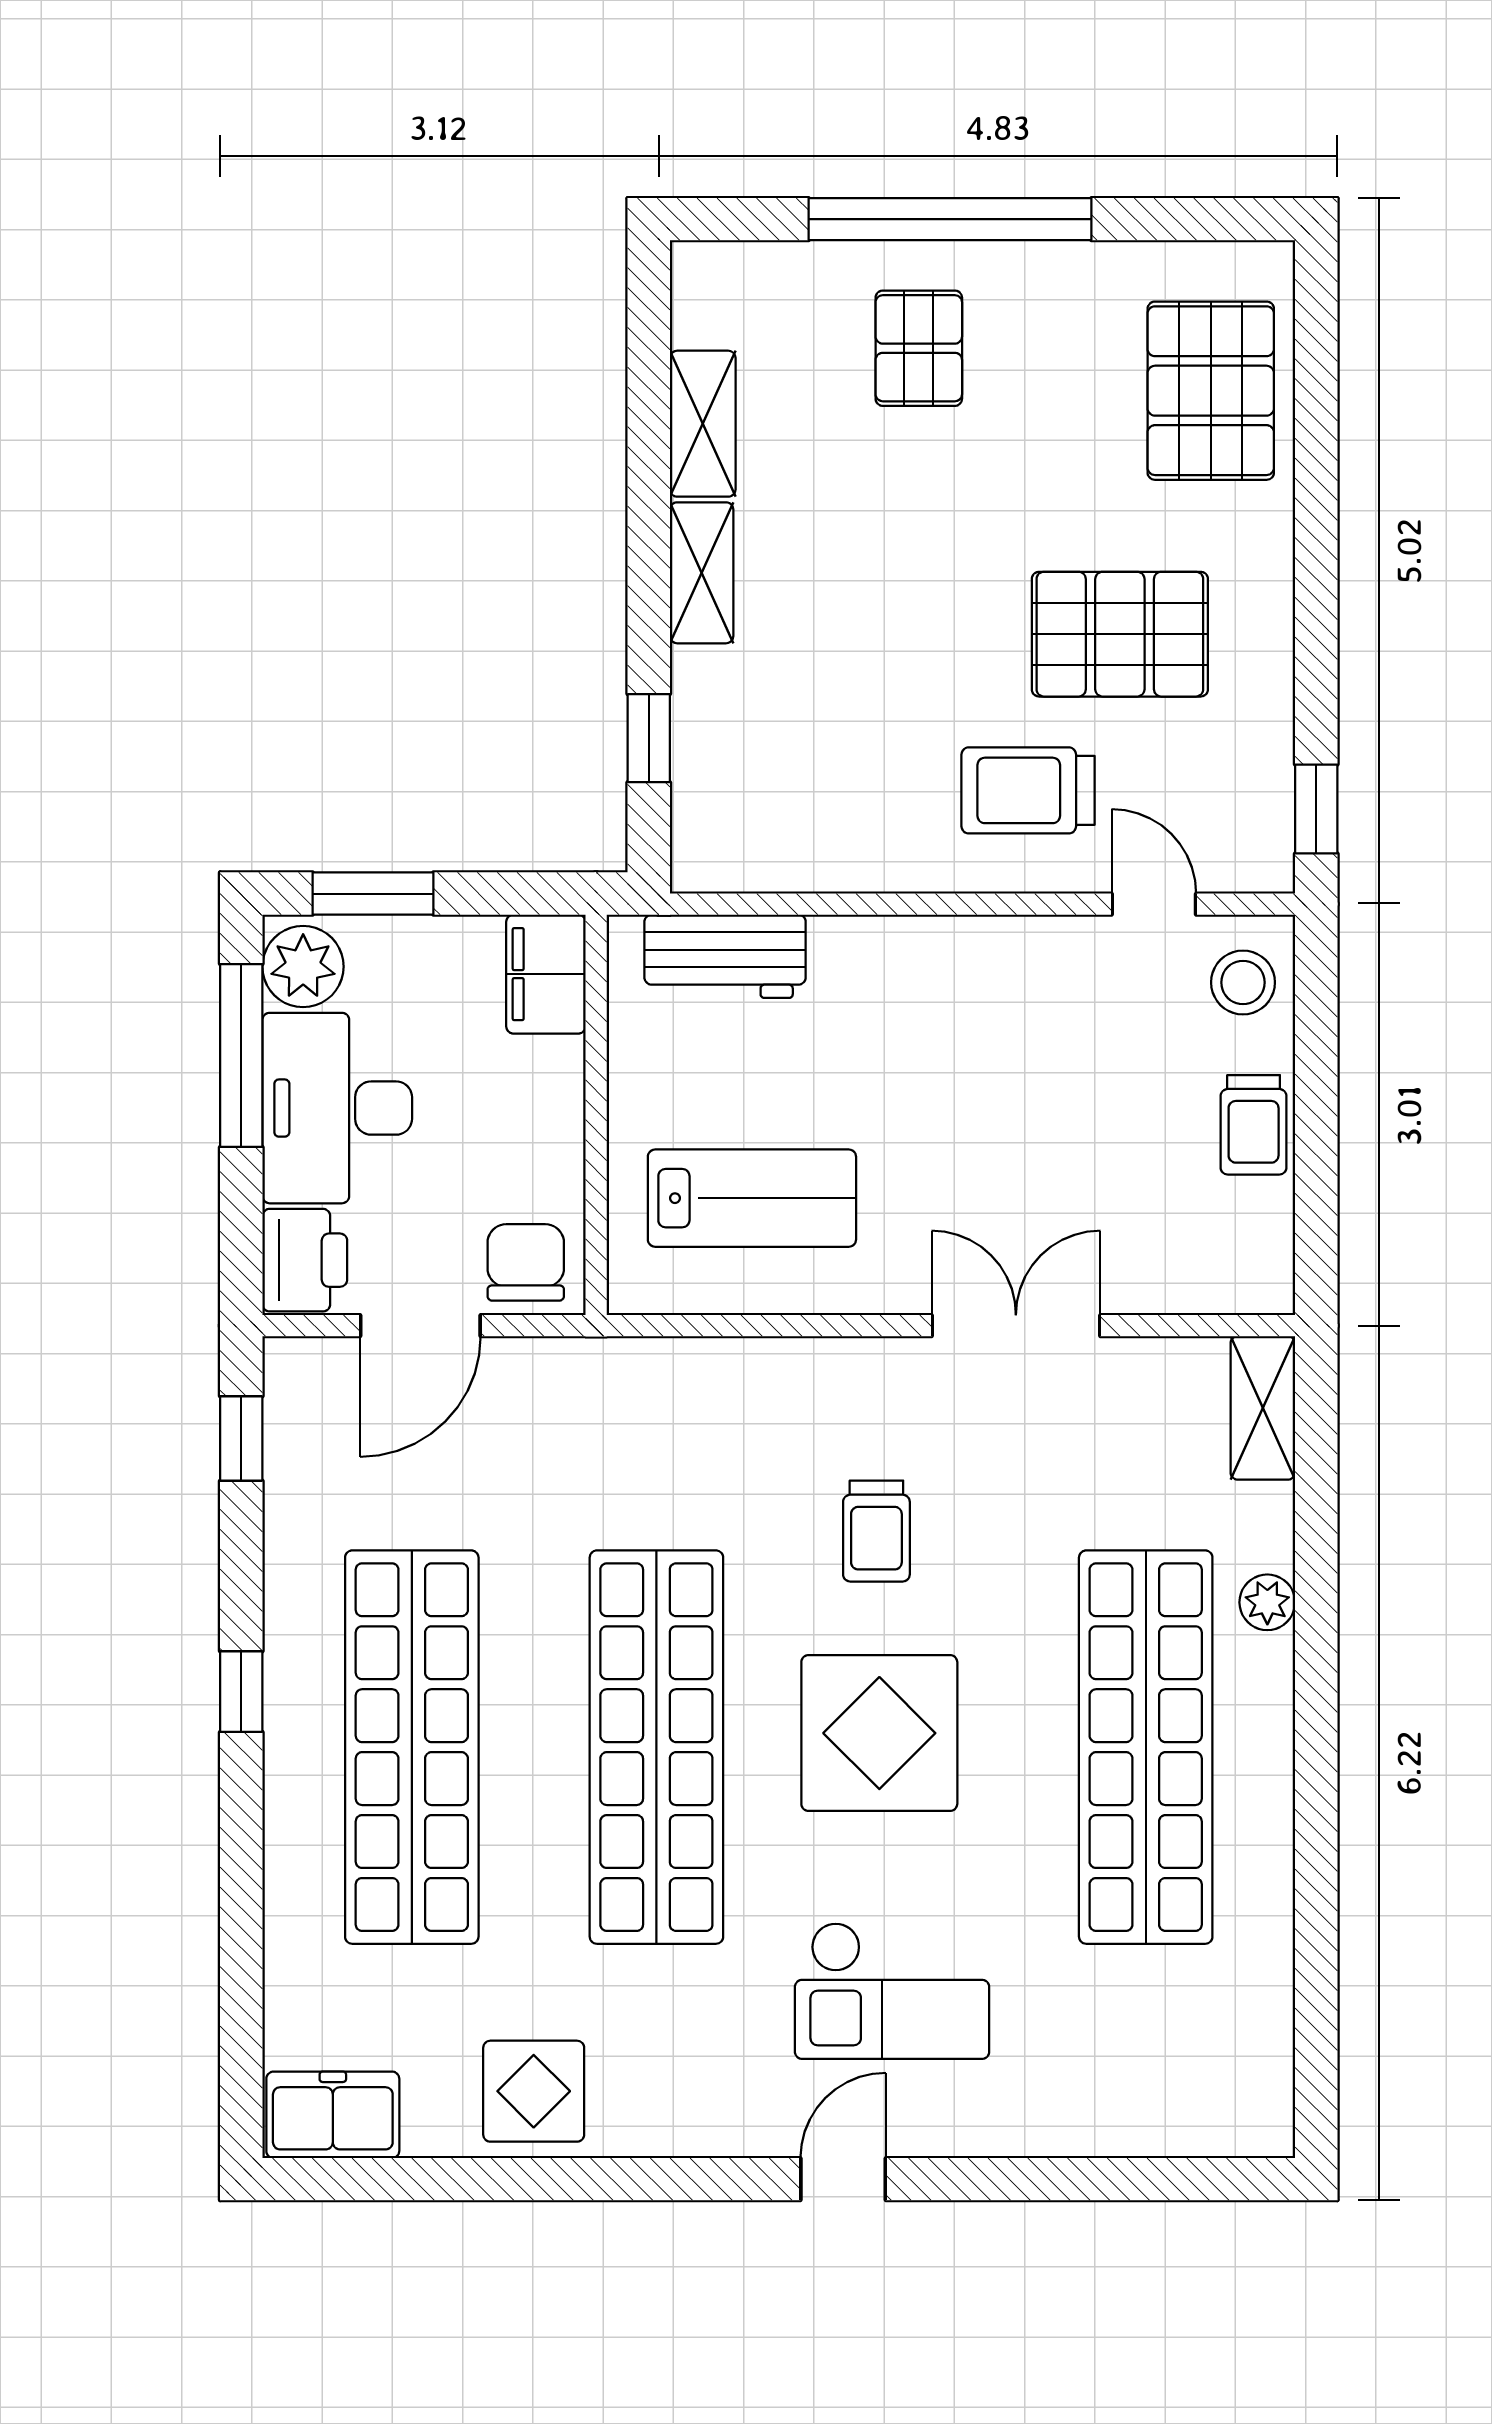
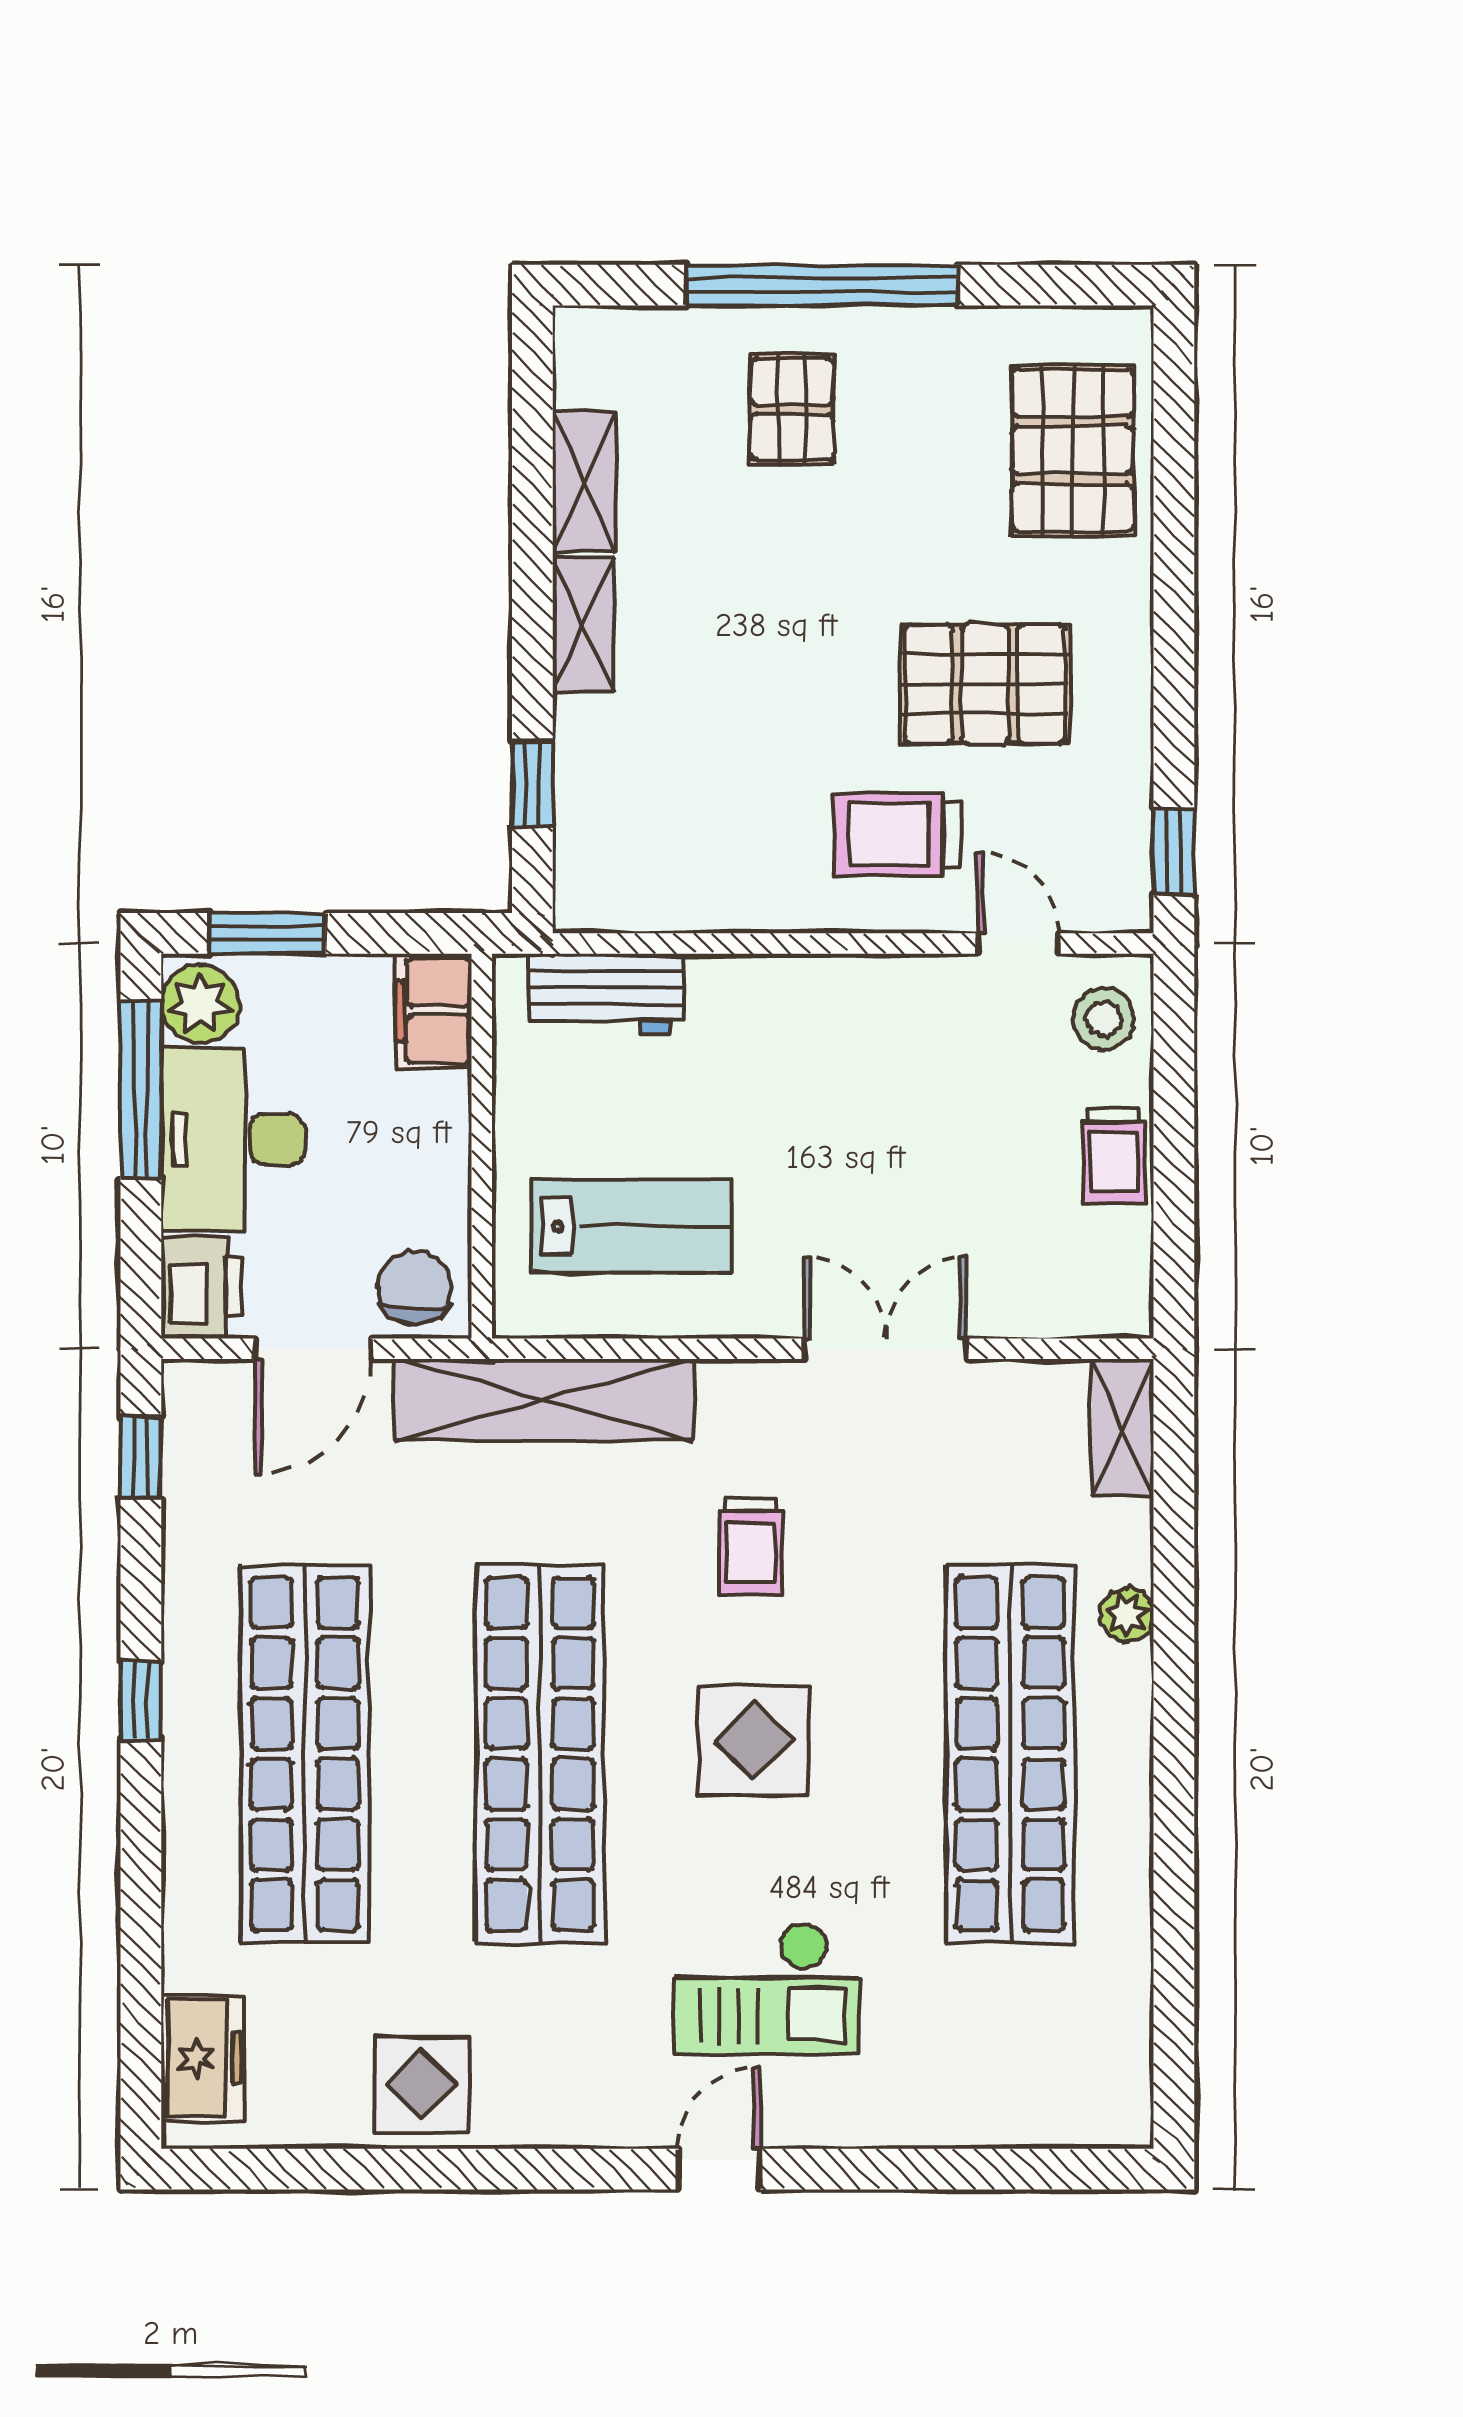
shelving: (661, 1379) -> (544, 1400), added
display table: (879, 1733) -> (754, 1740), width x0.73, depth x0.73
freezer: (333, 2115) -> (203, 2058), moved, turned 90

